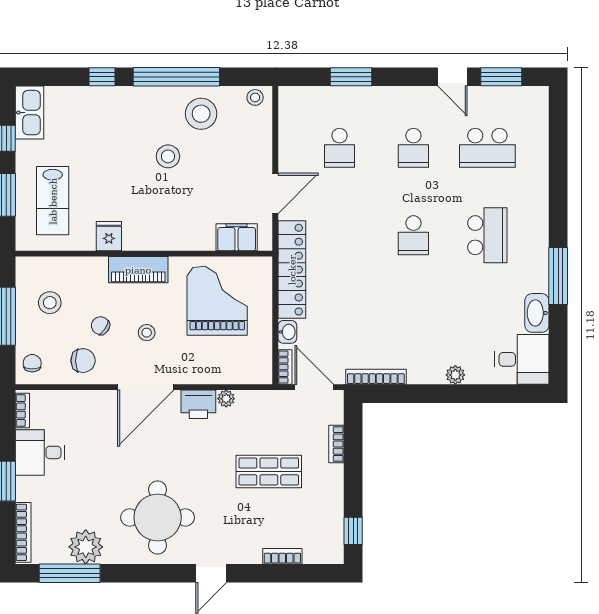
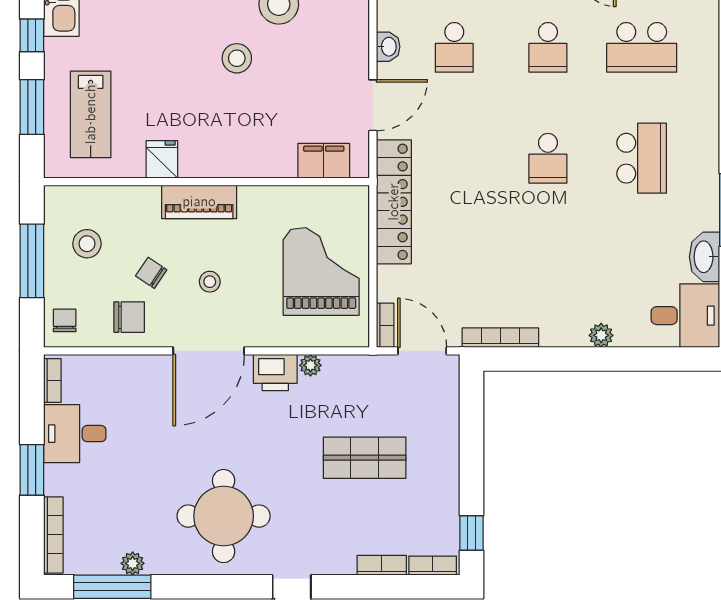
grand piano: (217, 301) -> (321, 271), moved
washbasin: (287, 332) -> (388, 47), moved
bookcase: (336, 444) -> (433, 566), moved, turned 90
plant: (86, 547) -> (133, 563), width x0.53, depth x0.53

